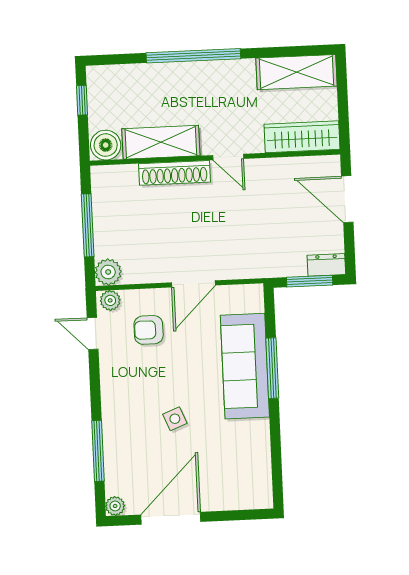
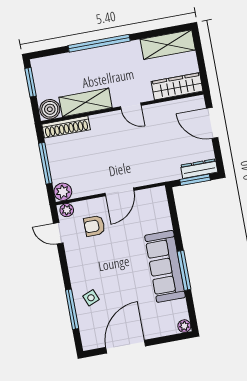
window: (82, 100) -> (30, 82), width x1.50
shoe rack: (175, 173) -> (66, 127), moved
dresser: (326, 265) -> (199, 169), width x1.44
sofa: (245, 366) -> (165, 266), moved
window: (272, 368) -> (184, 270), moved
side table: (175, 419) -> (91, 298), moved
plant: (115, 506) -> (184, 326), moved

